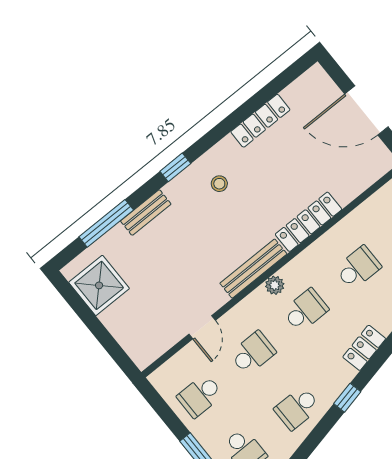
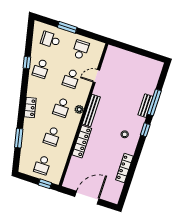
window: (106, 223) -> (154, 102), moved
shower: (99, 285) -> (145, 67), removed
door: (202, 327) -> (96, 76), hinge flipped
window: (347, 398) -> (27, 63), moved
school desk: (297, 408) -> (41, 69), turned 180

